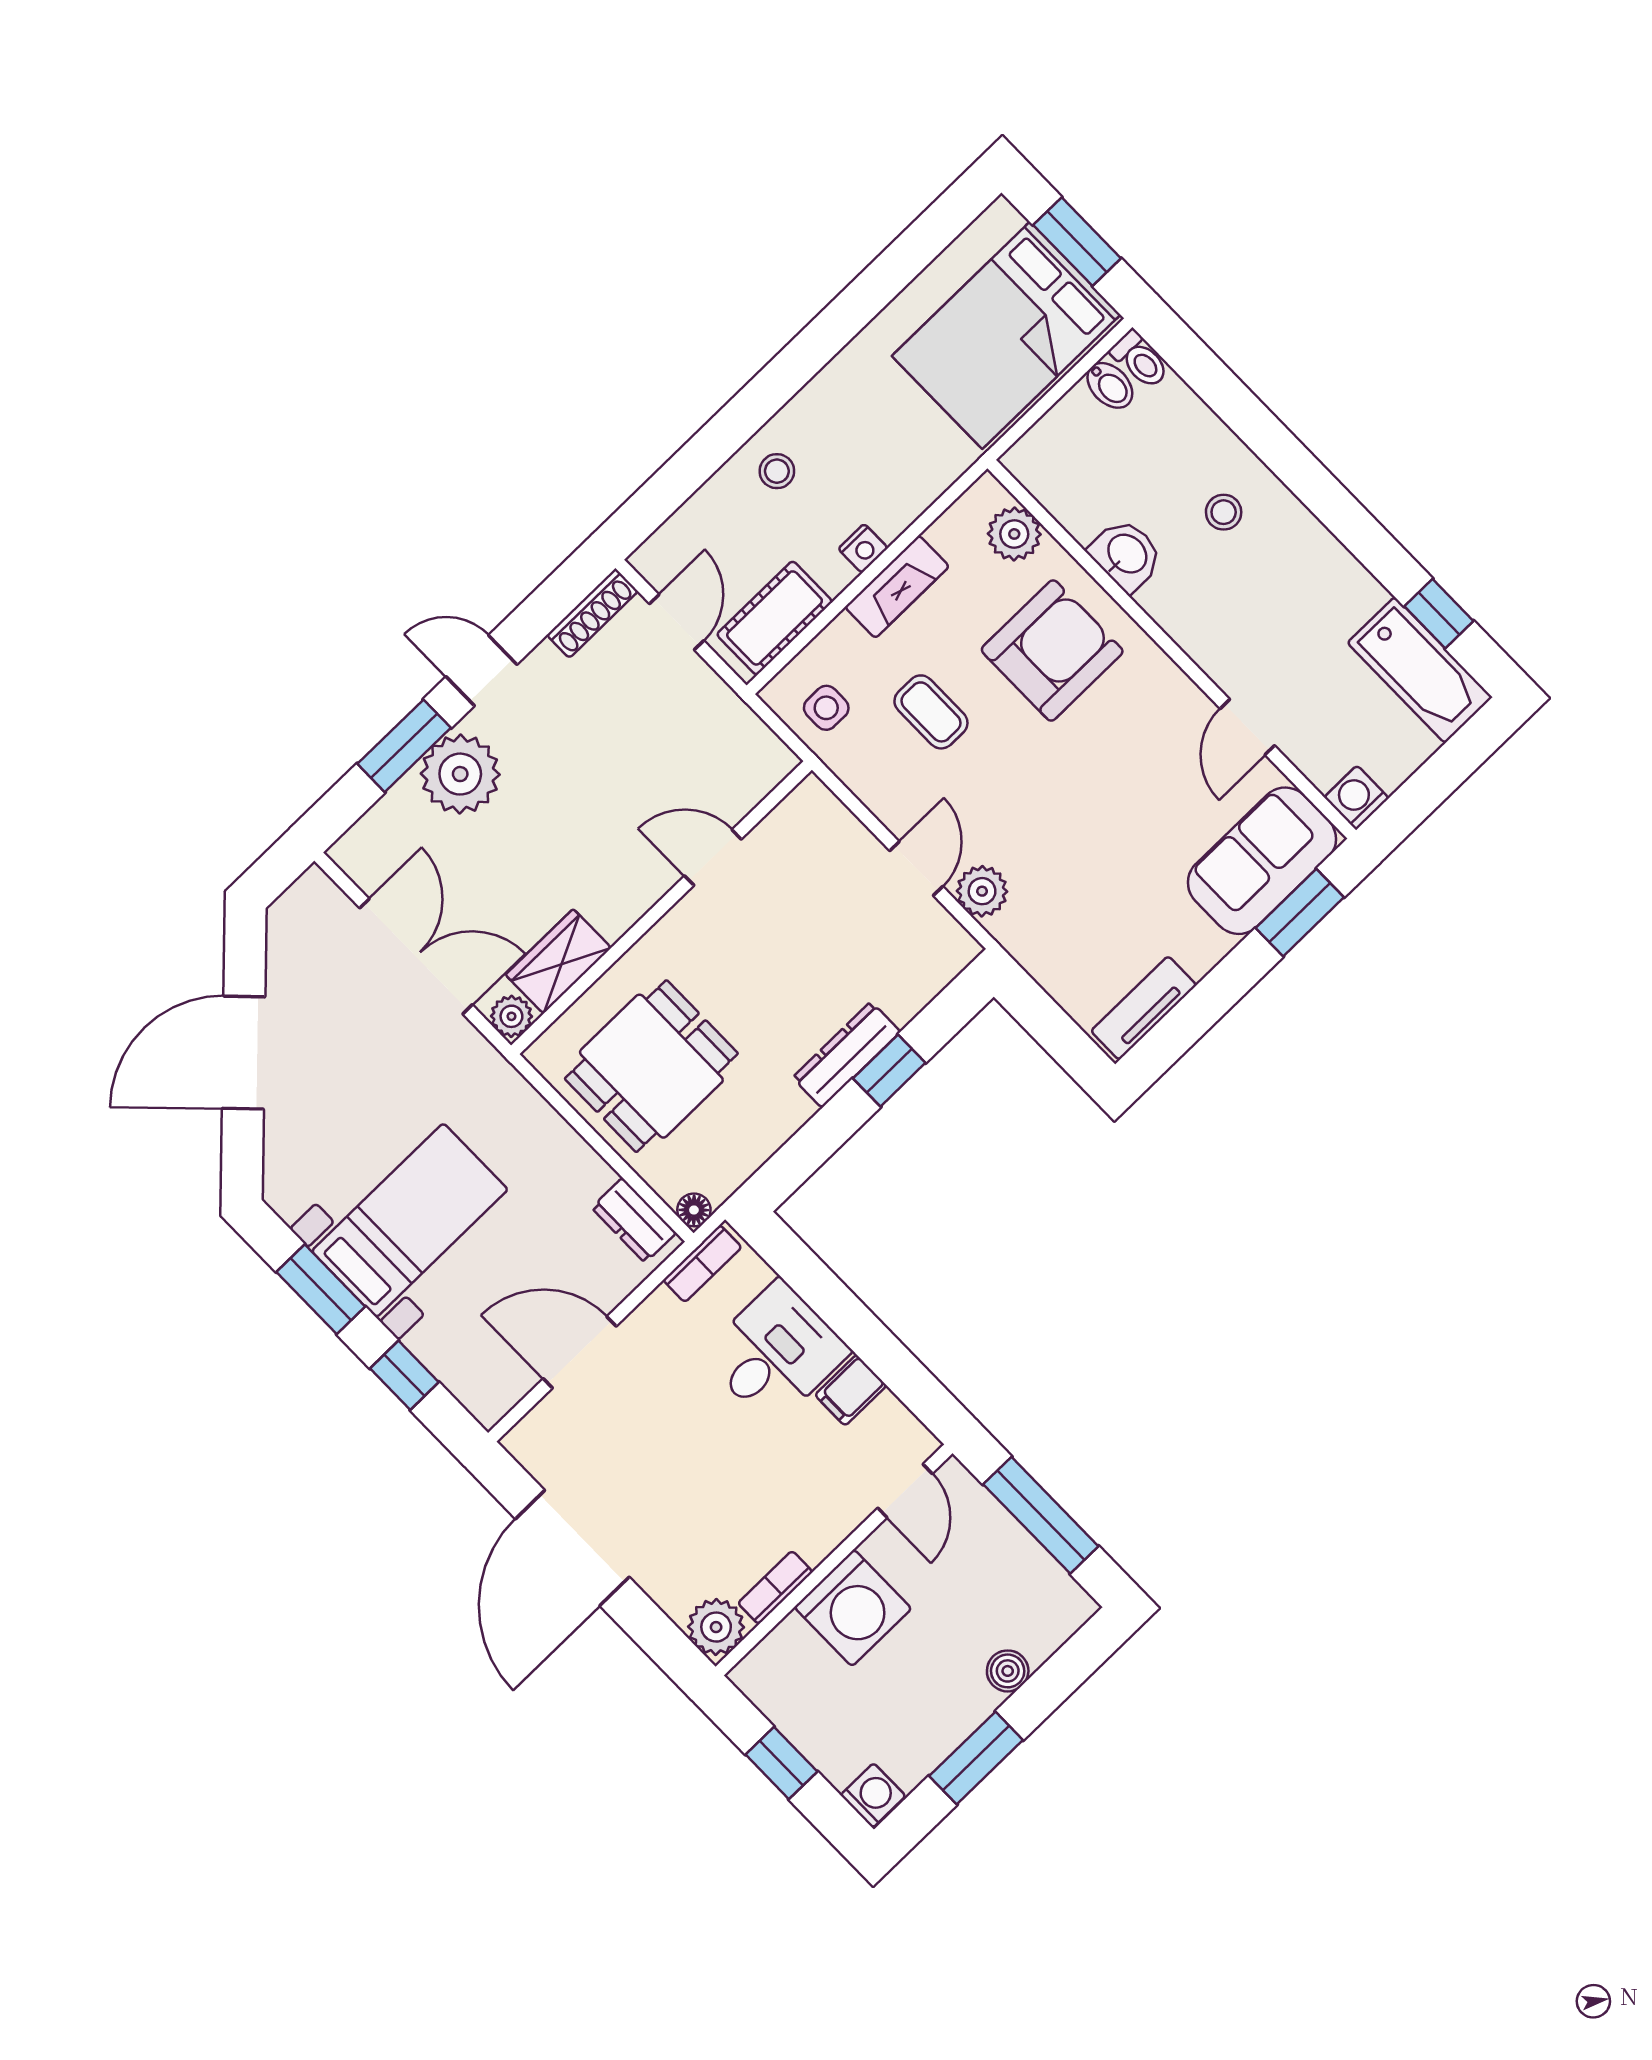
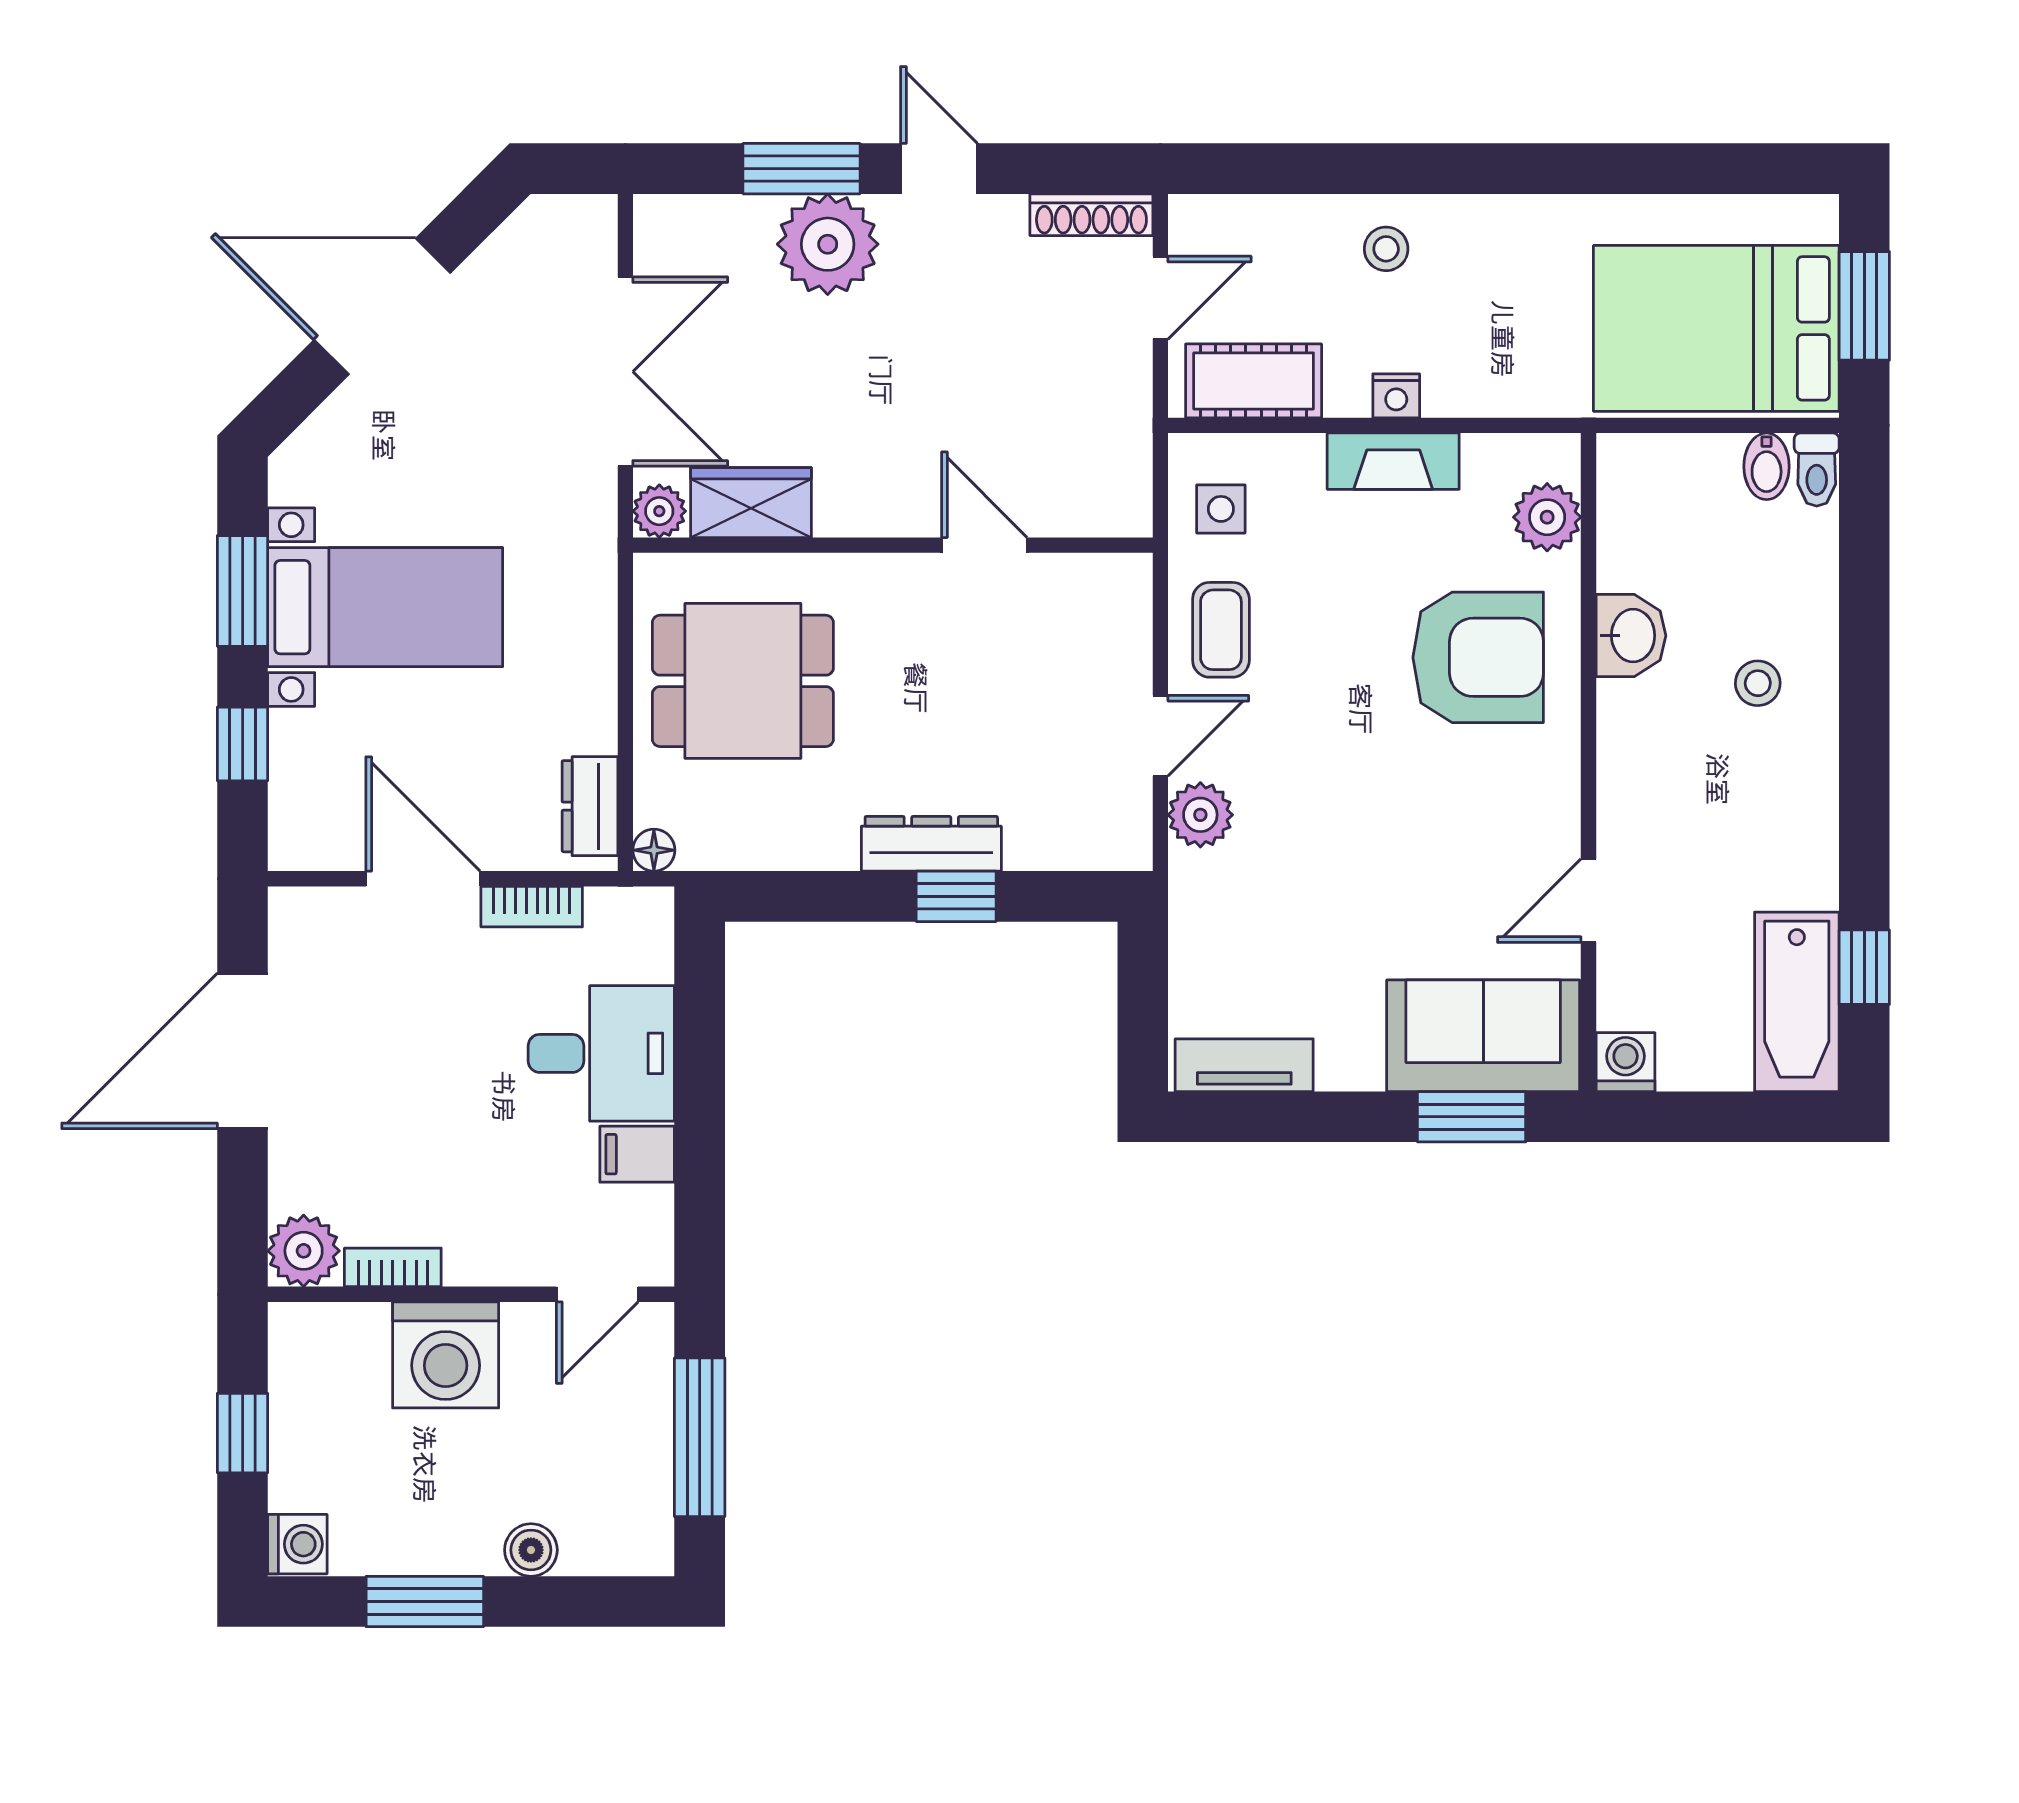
coffee table: (931, 712) -> (1221, 630), moved
bookcase: (702, 1264) -> (532, 907), moved

